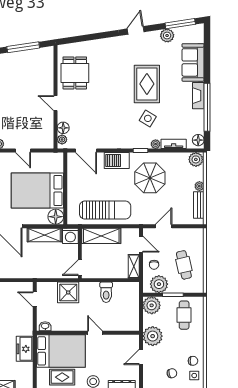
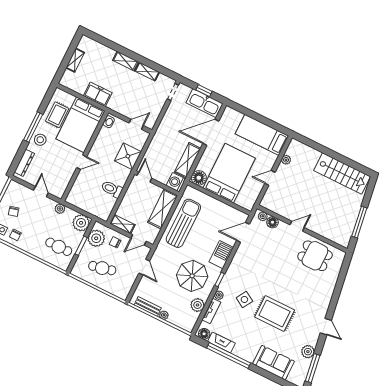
fireplace: (198, 96) -> (221, 342), moved
plant: (196, 159) -> (198, 305), moved
sun lounger: (105, 210) -> (183, 223), turned 180
plant: (153, 336) -> (60, 209), width x0.53, depth x0.53

